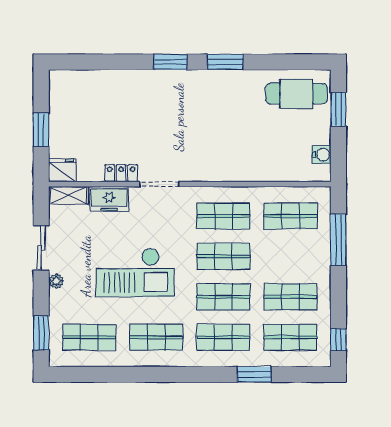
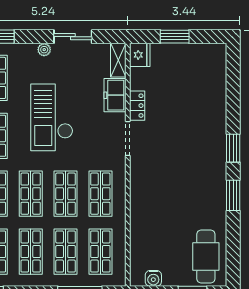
shop shelf: (290, 256) -> (66, 252), added

